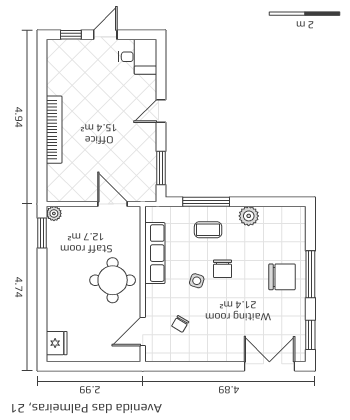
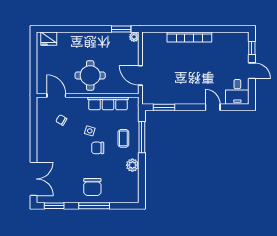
door: (161, 111) -> (213, 107), moved
door: (112, 204) -> (140, 75), swing flipped

